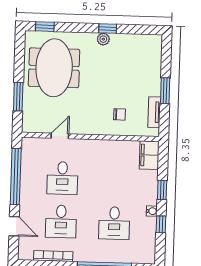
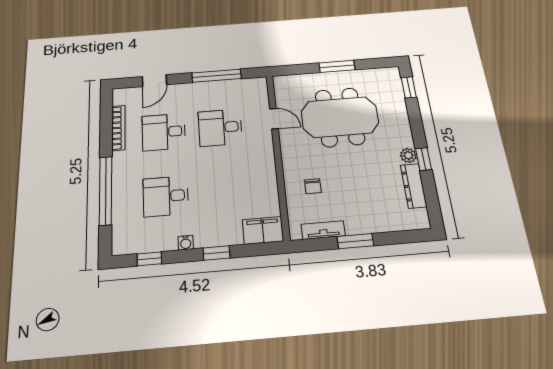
dresser: (128, 40) -> (414, 186), added
meeting table: (54, 68) -> (340, 117), moved
window: (18, 97) -> (337, 66), moved
window: (16, 177) -> (217, 76), width x0.68
window: (161, 224) -> (149, 259), moved

